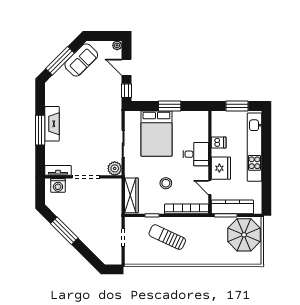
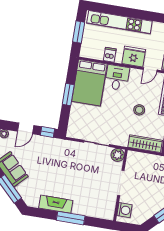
fireplace: (52, 124) -> (56, 204), moved
bed: (156, 134) -> (89, 83), moved, turned 90
tv unit: (58, 170) -> (111, 208), removed

